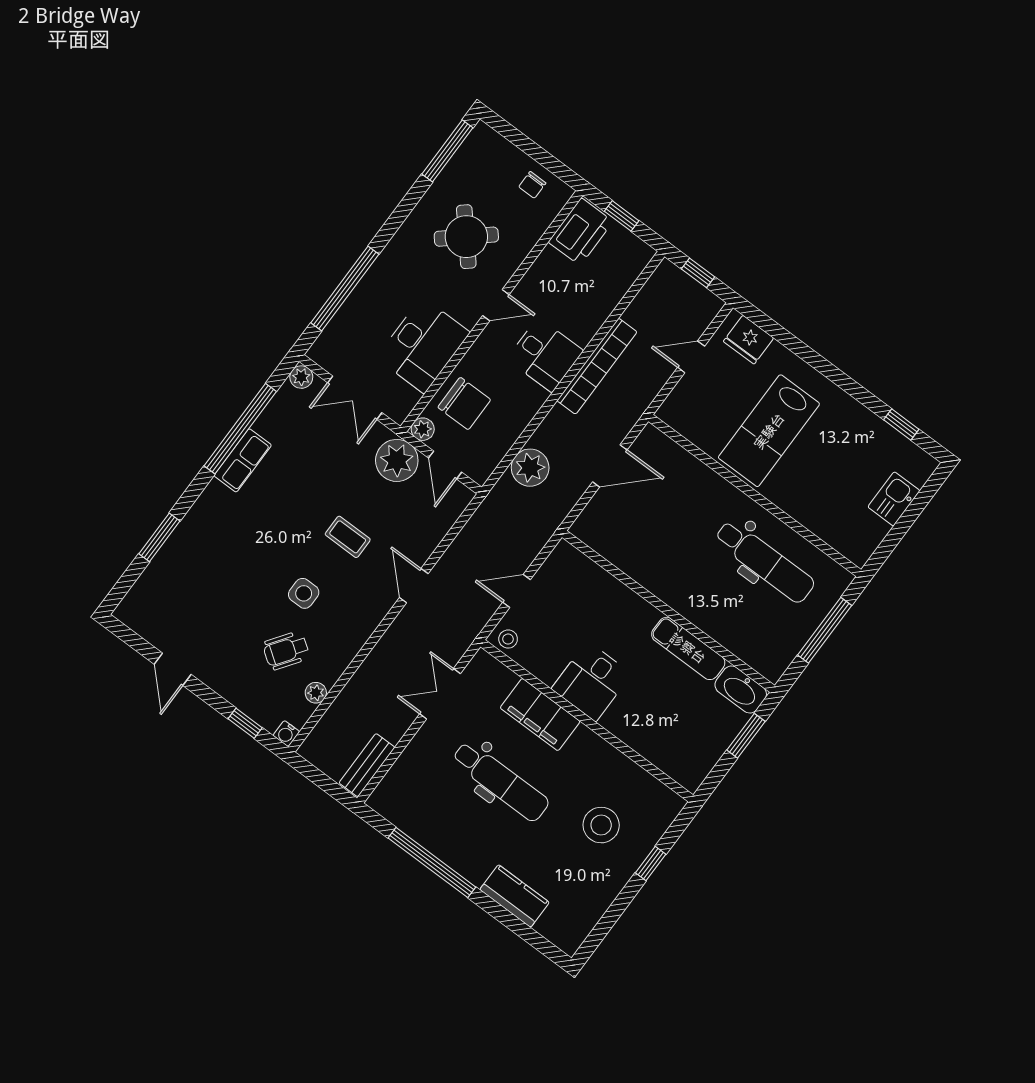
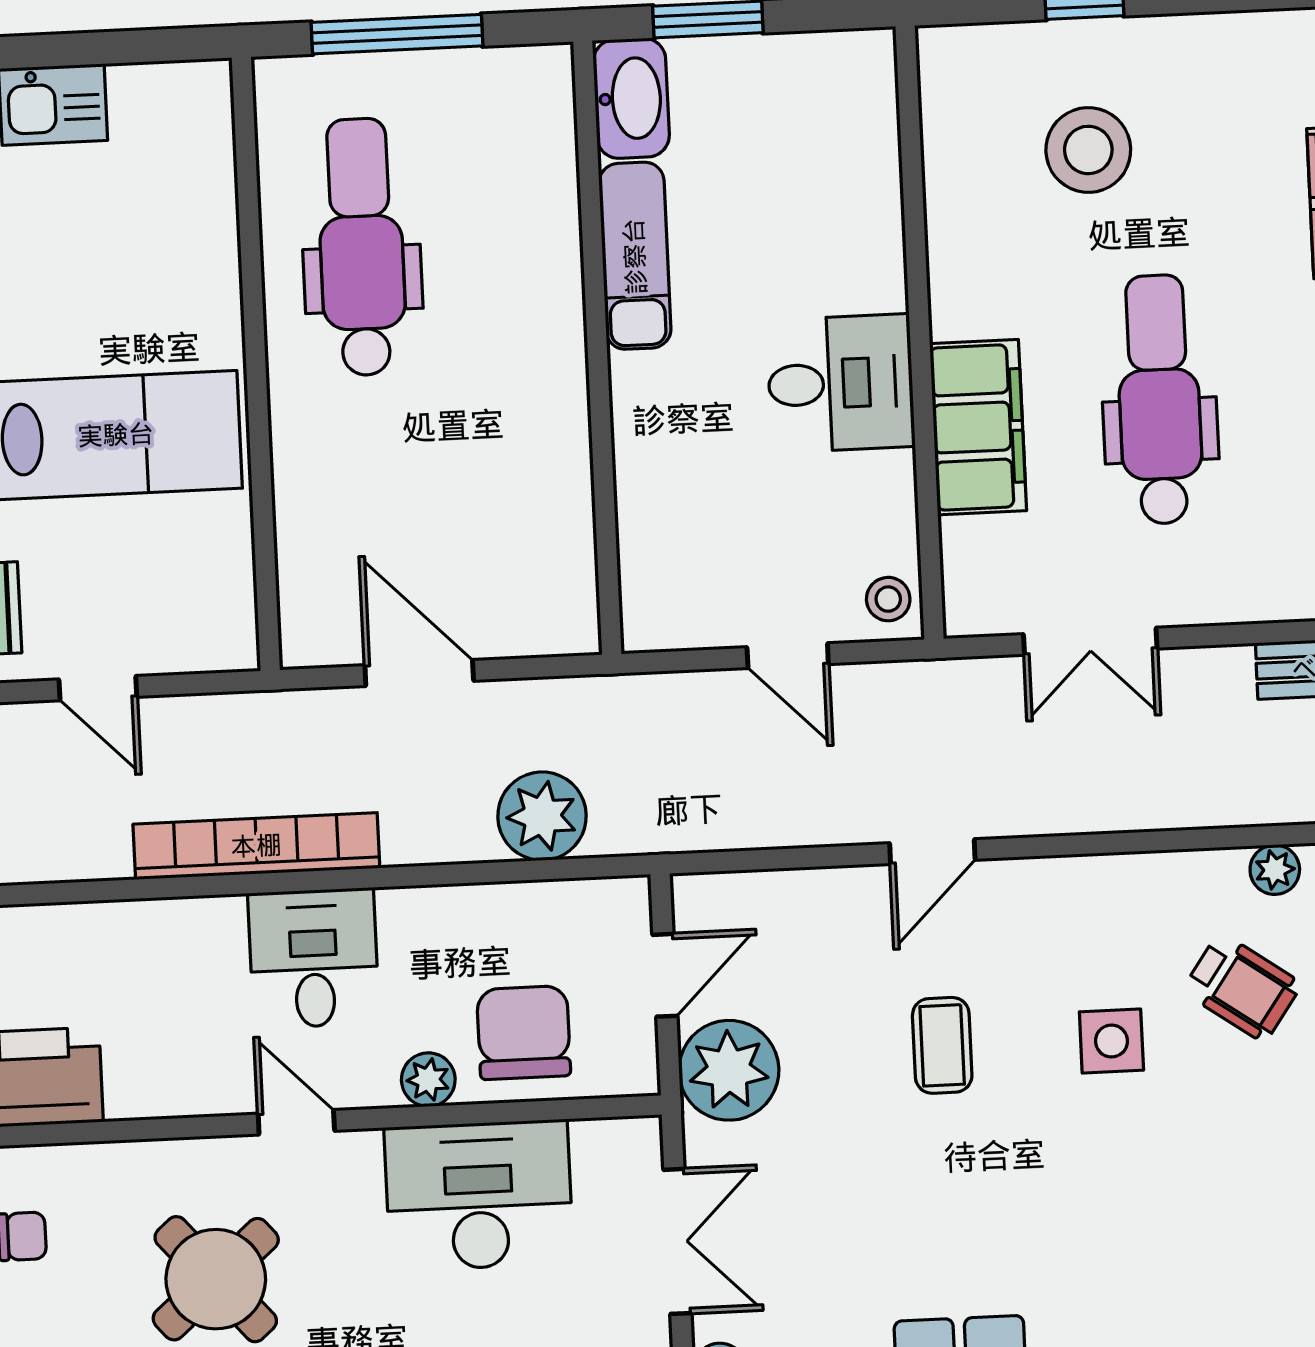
plant: (423, 429) -> (428, 1080), moved

